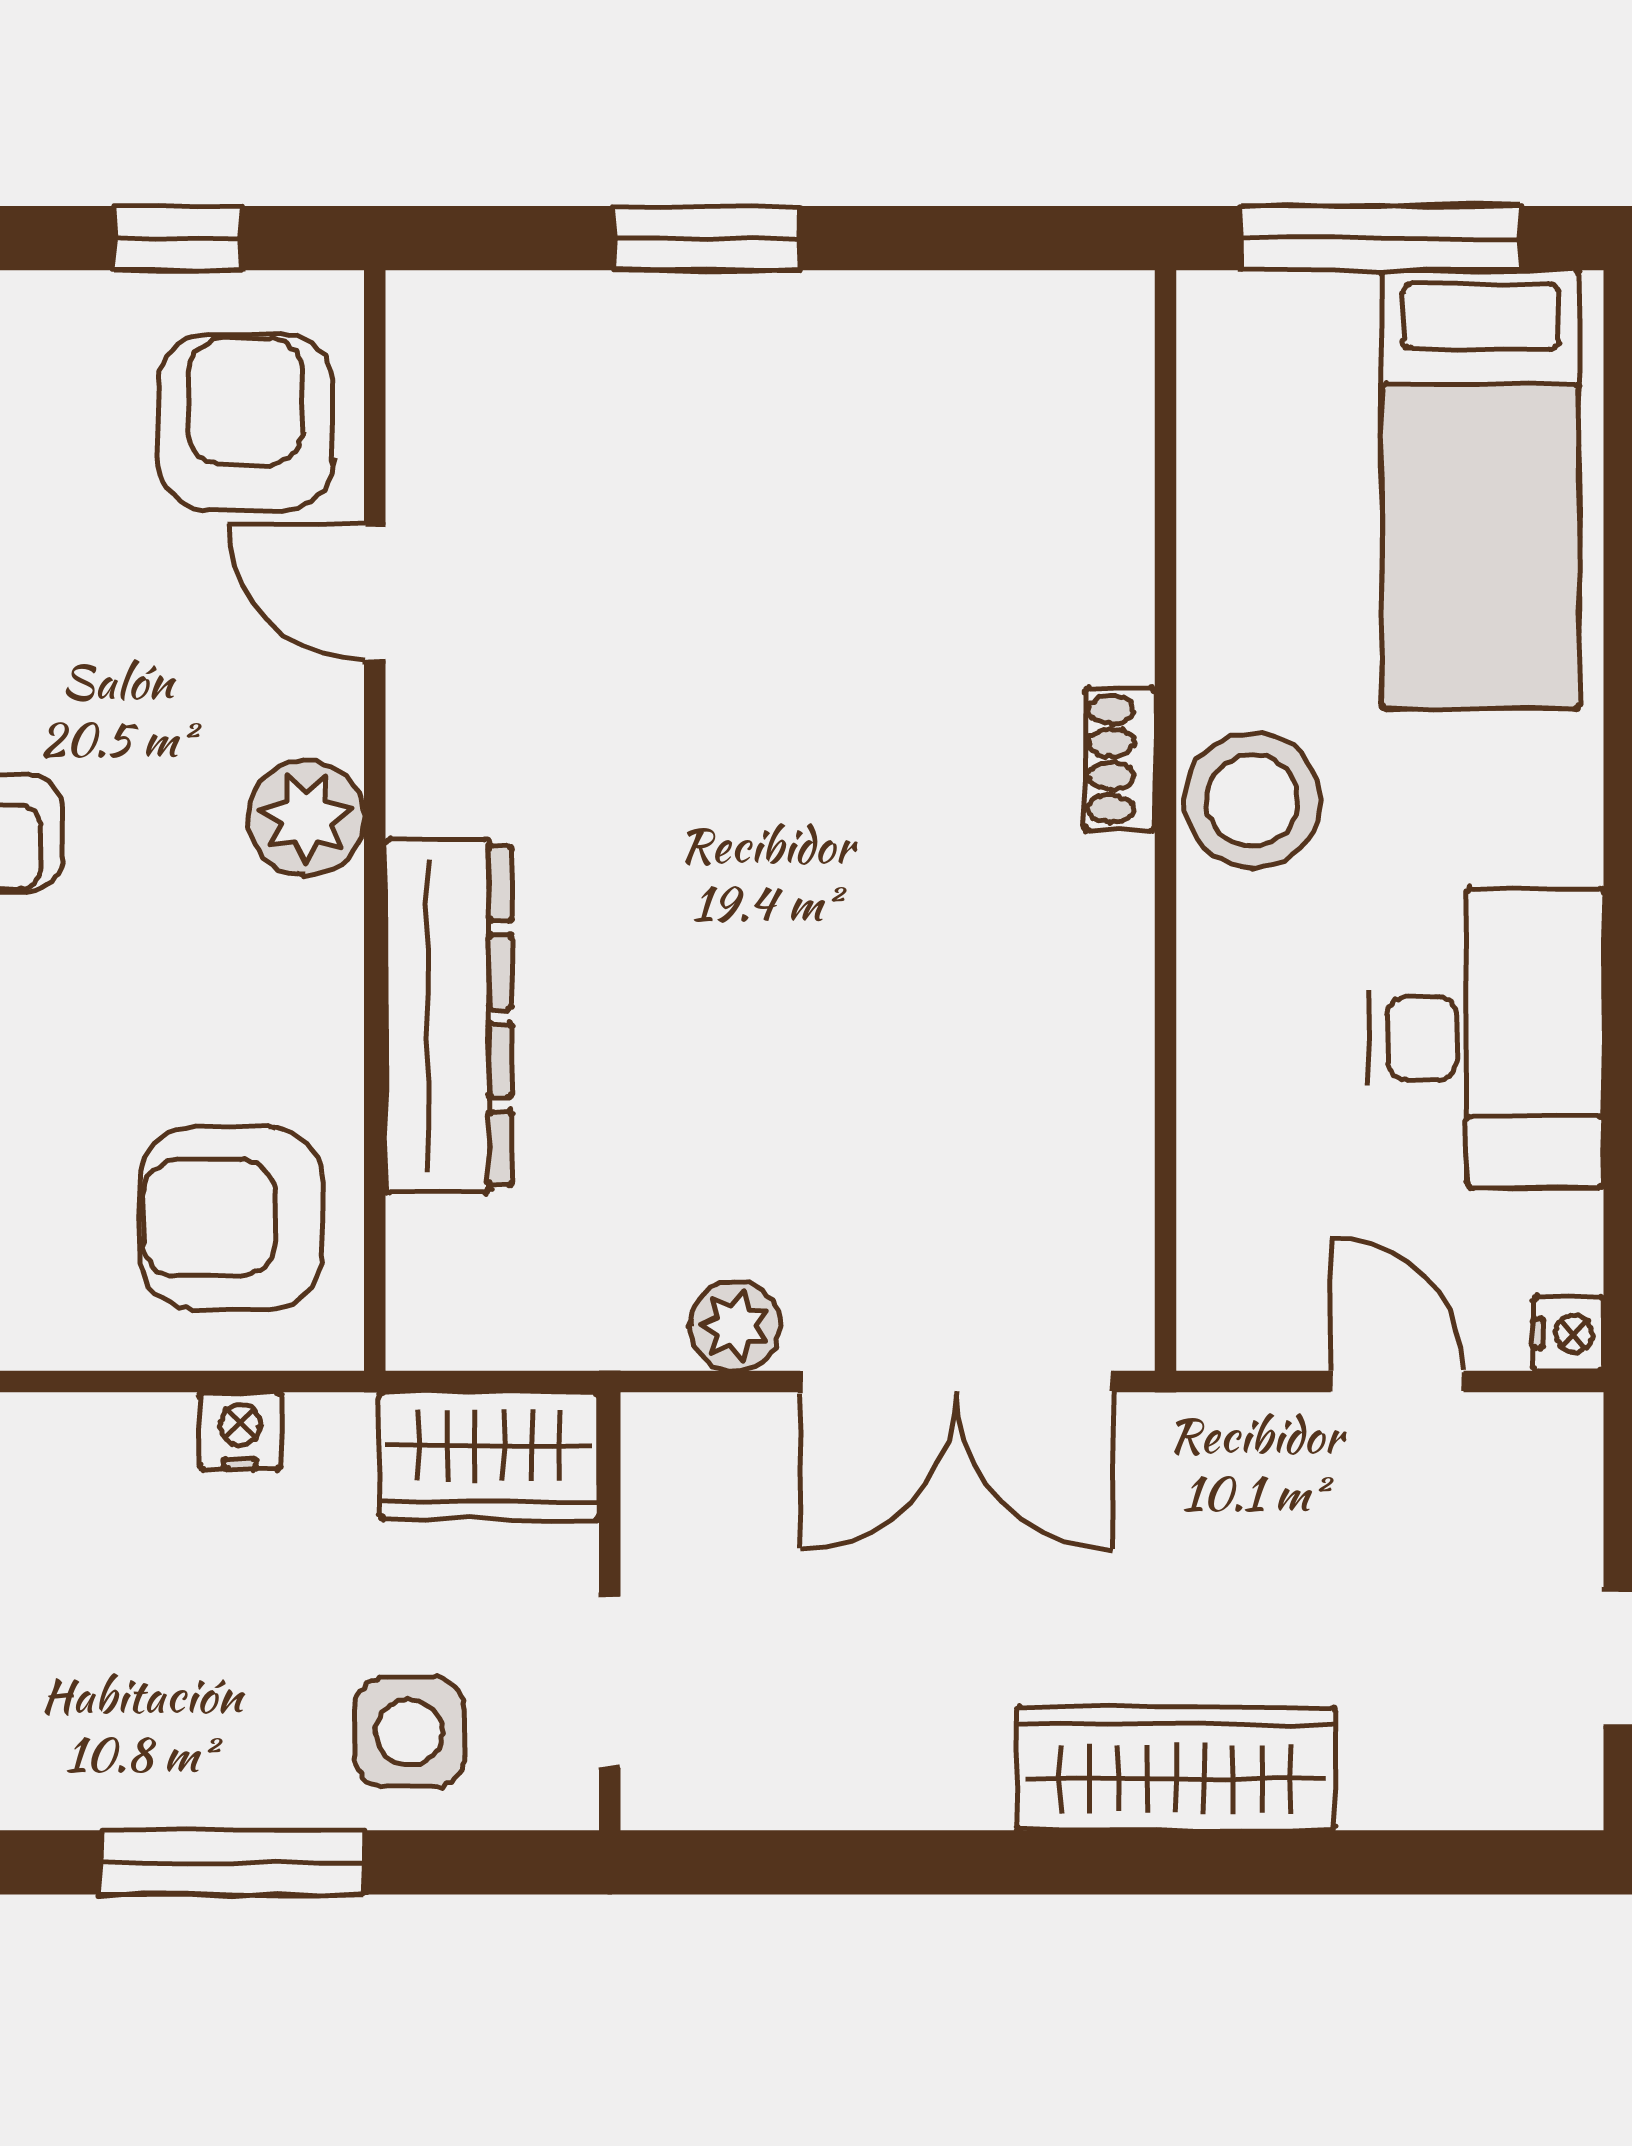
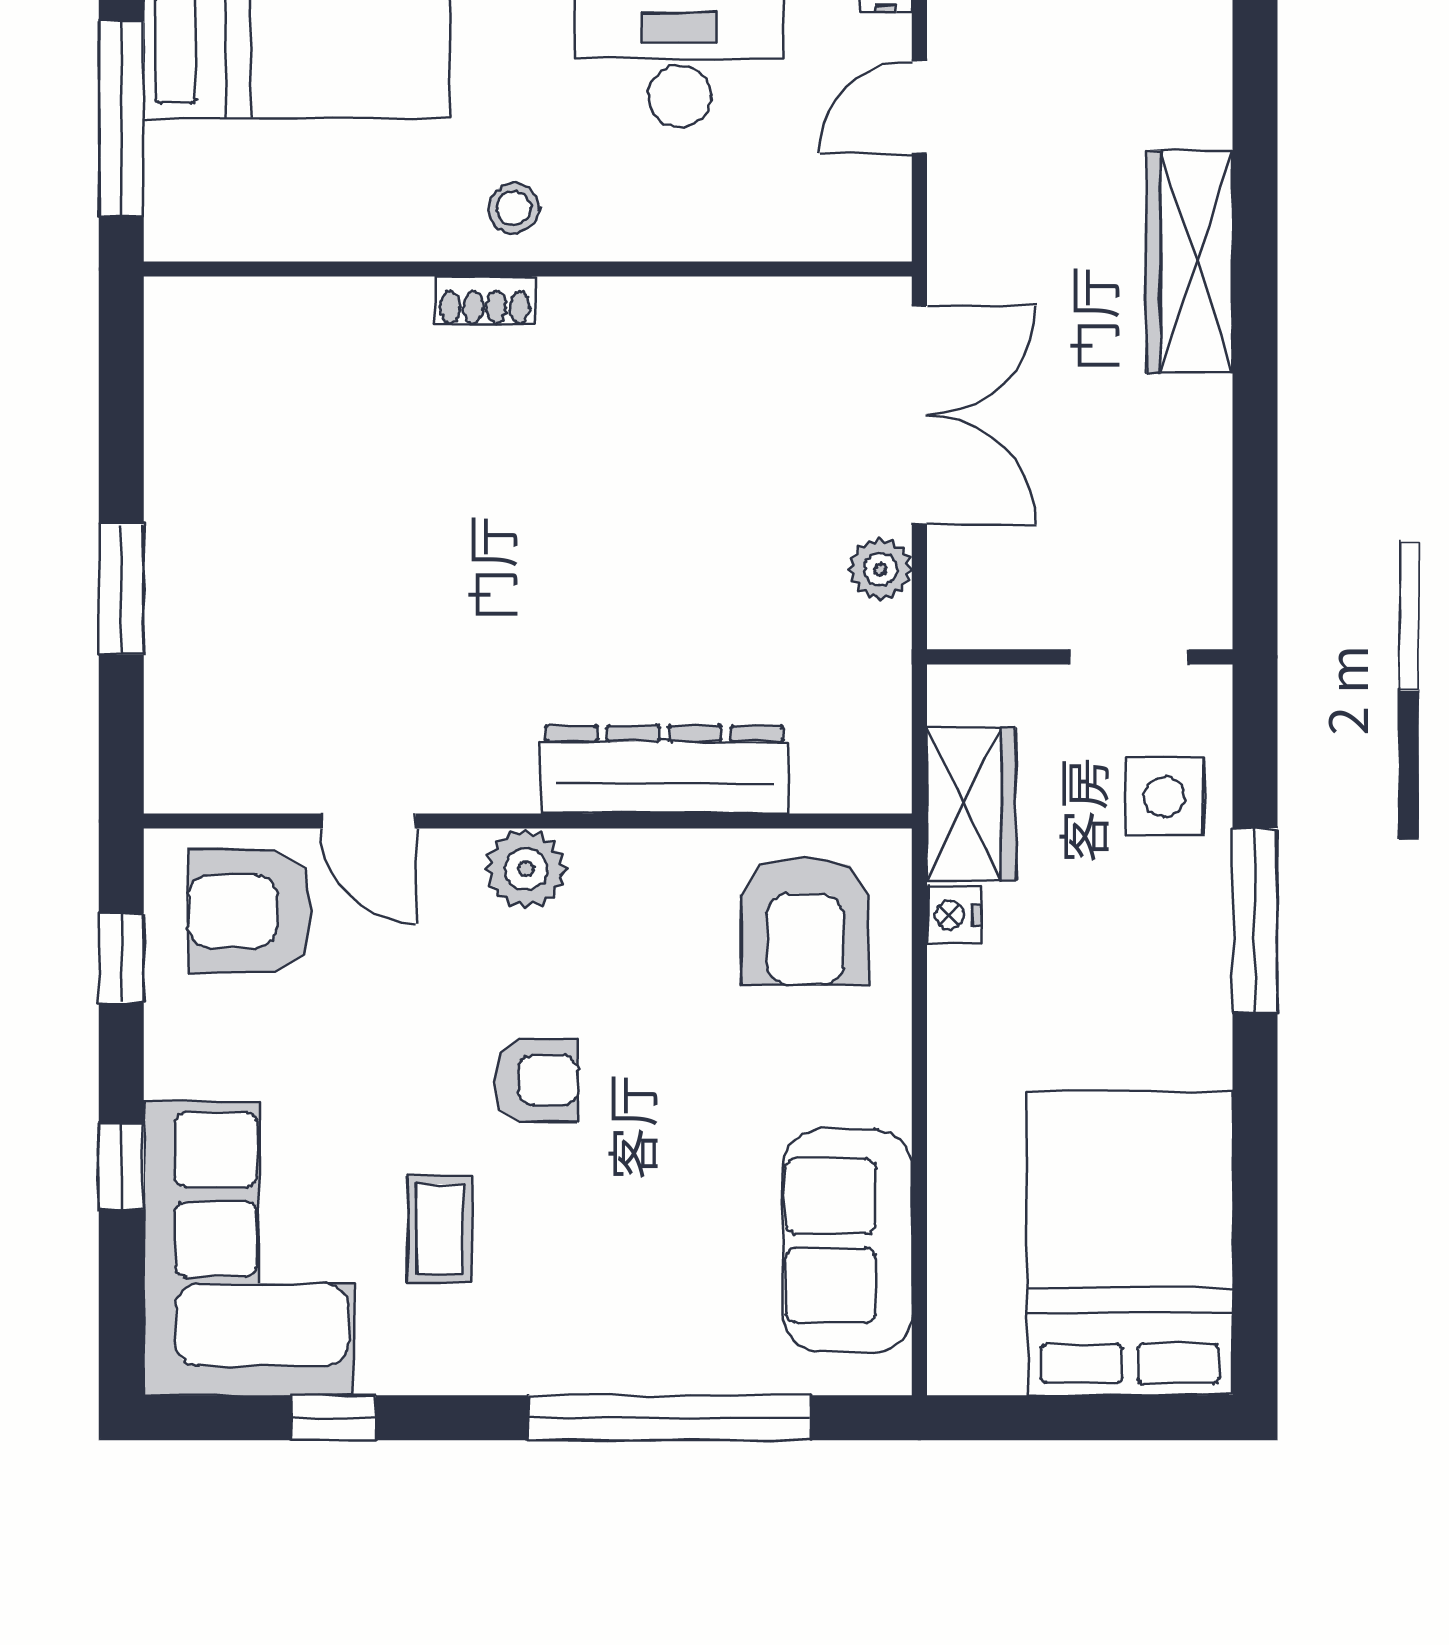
door: (375, 593) -> (369, 821), hinge flipped
stool: (1252, 800) -> (514, 208), width x0.53, depth x0.53
wardrobe: (489, 1456) -> (971, 804), moved

